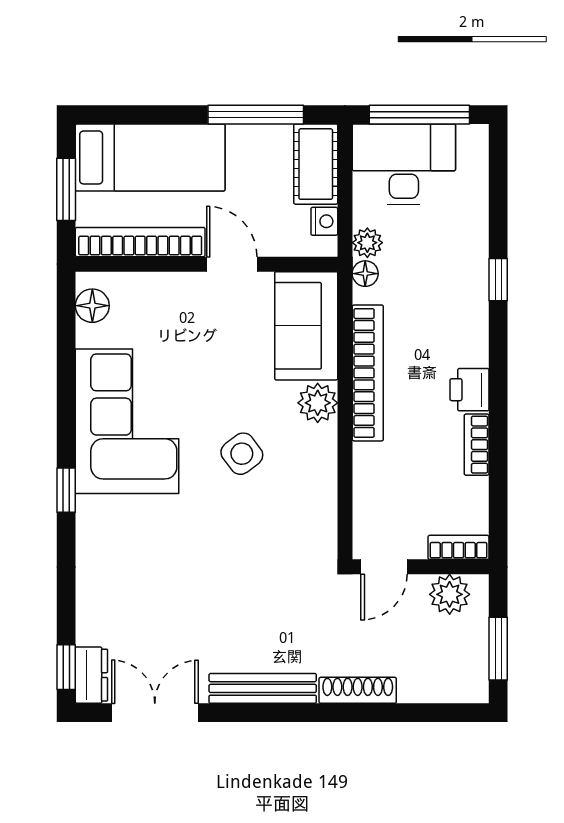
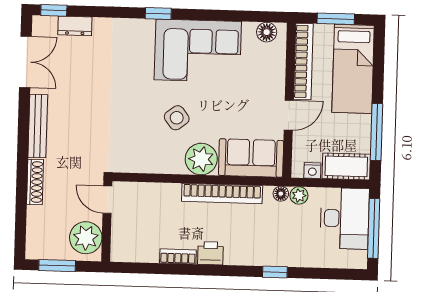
plant: (318, 403) -> (201, 159), width x1.36, depth x1.36
bookcase: (459, 547) -> (118, 244), removed
plant: (450, 594) -> (86, 238), width x1.36, depth x1.36
dresser: (91, 675) -> (75, 26), moved

